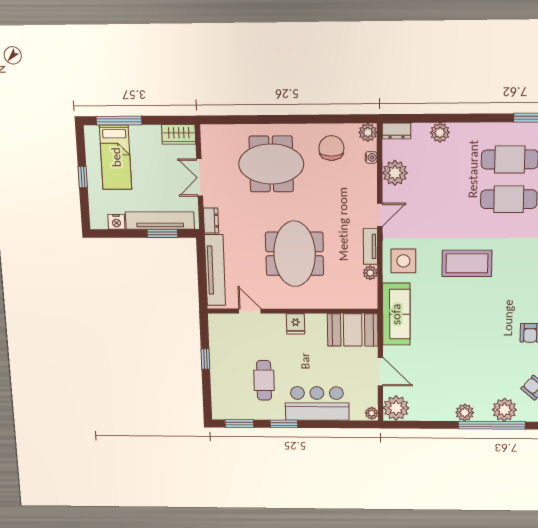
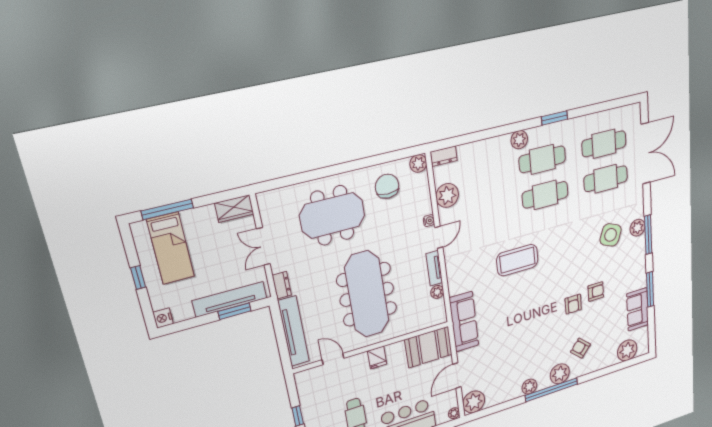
plant: (440, 133) -> (519, 140), moved
water cooler: (371, 157) -> (429, 221), moved
nightstand: (116, 222) -> (163, 318), moved, turned 90
meeting table: (295, 254) -> (367, 294), width x1.36
side table: (403, 261) -> (464, 273), removed
door: (380, 372) -> (457, 376), swing flipped

